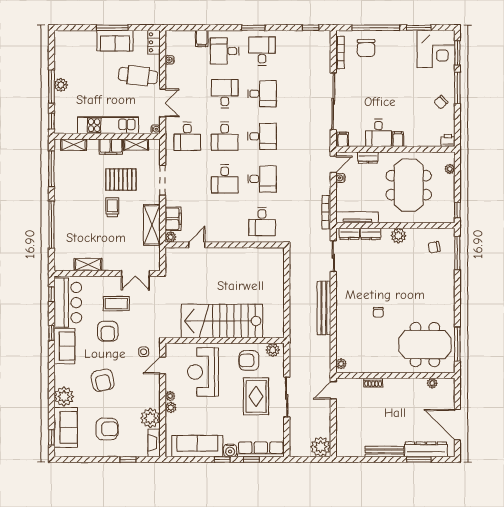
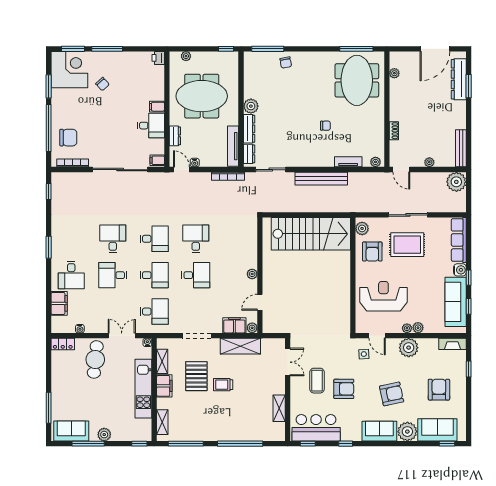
window: (112, 28) -> (49, 408), moved
filing cabinet: (202, 39) -> (59, 303), width x2.00
sofa: (115, 41) -> (71, 431), moved, turned -90
desk: (262, 51) -> (71, 239), removed
window: (51, 87) -> (88, 444), moved
chair: (441, 102) -> (102, 84), moved
desk: (262, 136) -> (154, 239), turned 90
desk: (262, 222) -> (237, 239), removed
dresser: (371, 234) -> (249, 129), width x1.44
plant: (226, 237) -> (252, 274), added
door: (197, 245) -> (260, 302), hinge flipped
chair: (434, 247) -> (286, 62), moved
stairs: (222, 321) -> (311, 234), moved, turned -90
tv unit: (341, 336) -> (348, 162), added
sofa: (64, 346) -> (379, 431), moved
reception desk: (203, 372) -> (383, 296), turned 180
plant: (150, 418) -> (409, 348), moved
plant: (341, 419) -> (429, 162), added
bench: (384, 451) -> (461, 148), moved
window: (251, 459) -> (469, 306), moved

